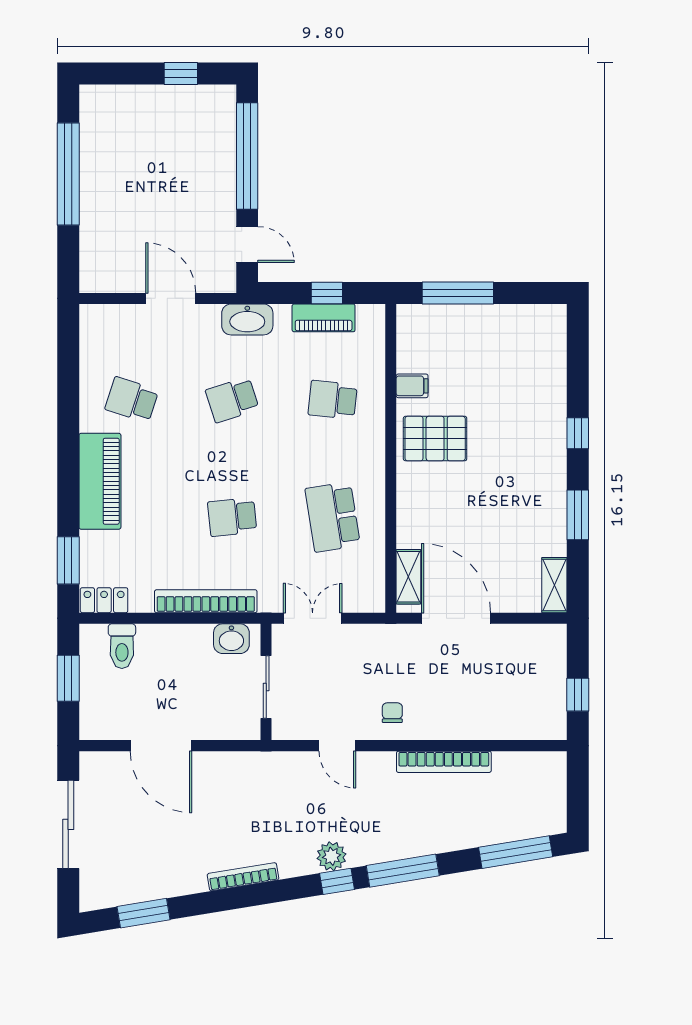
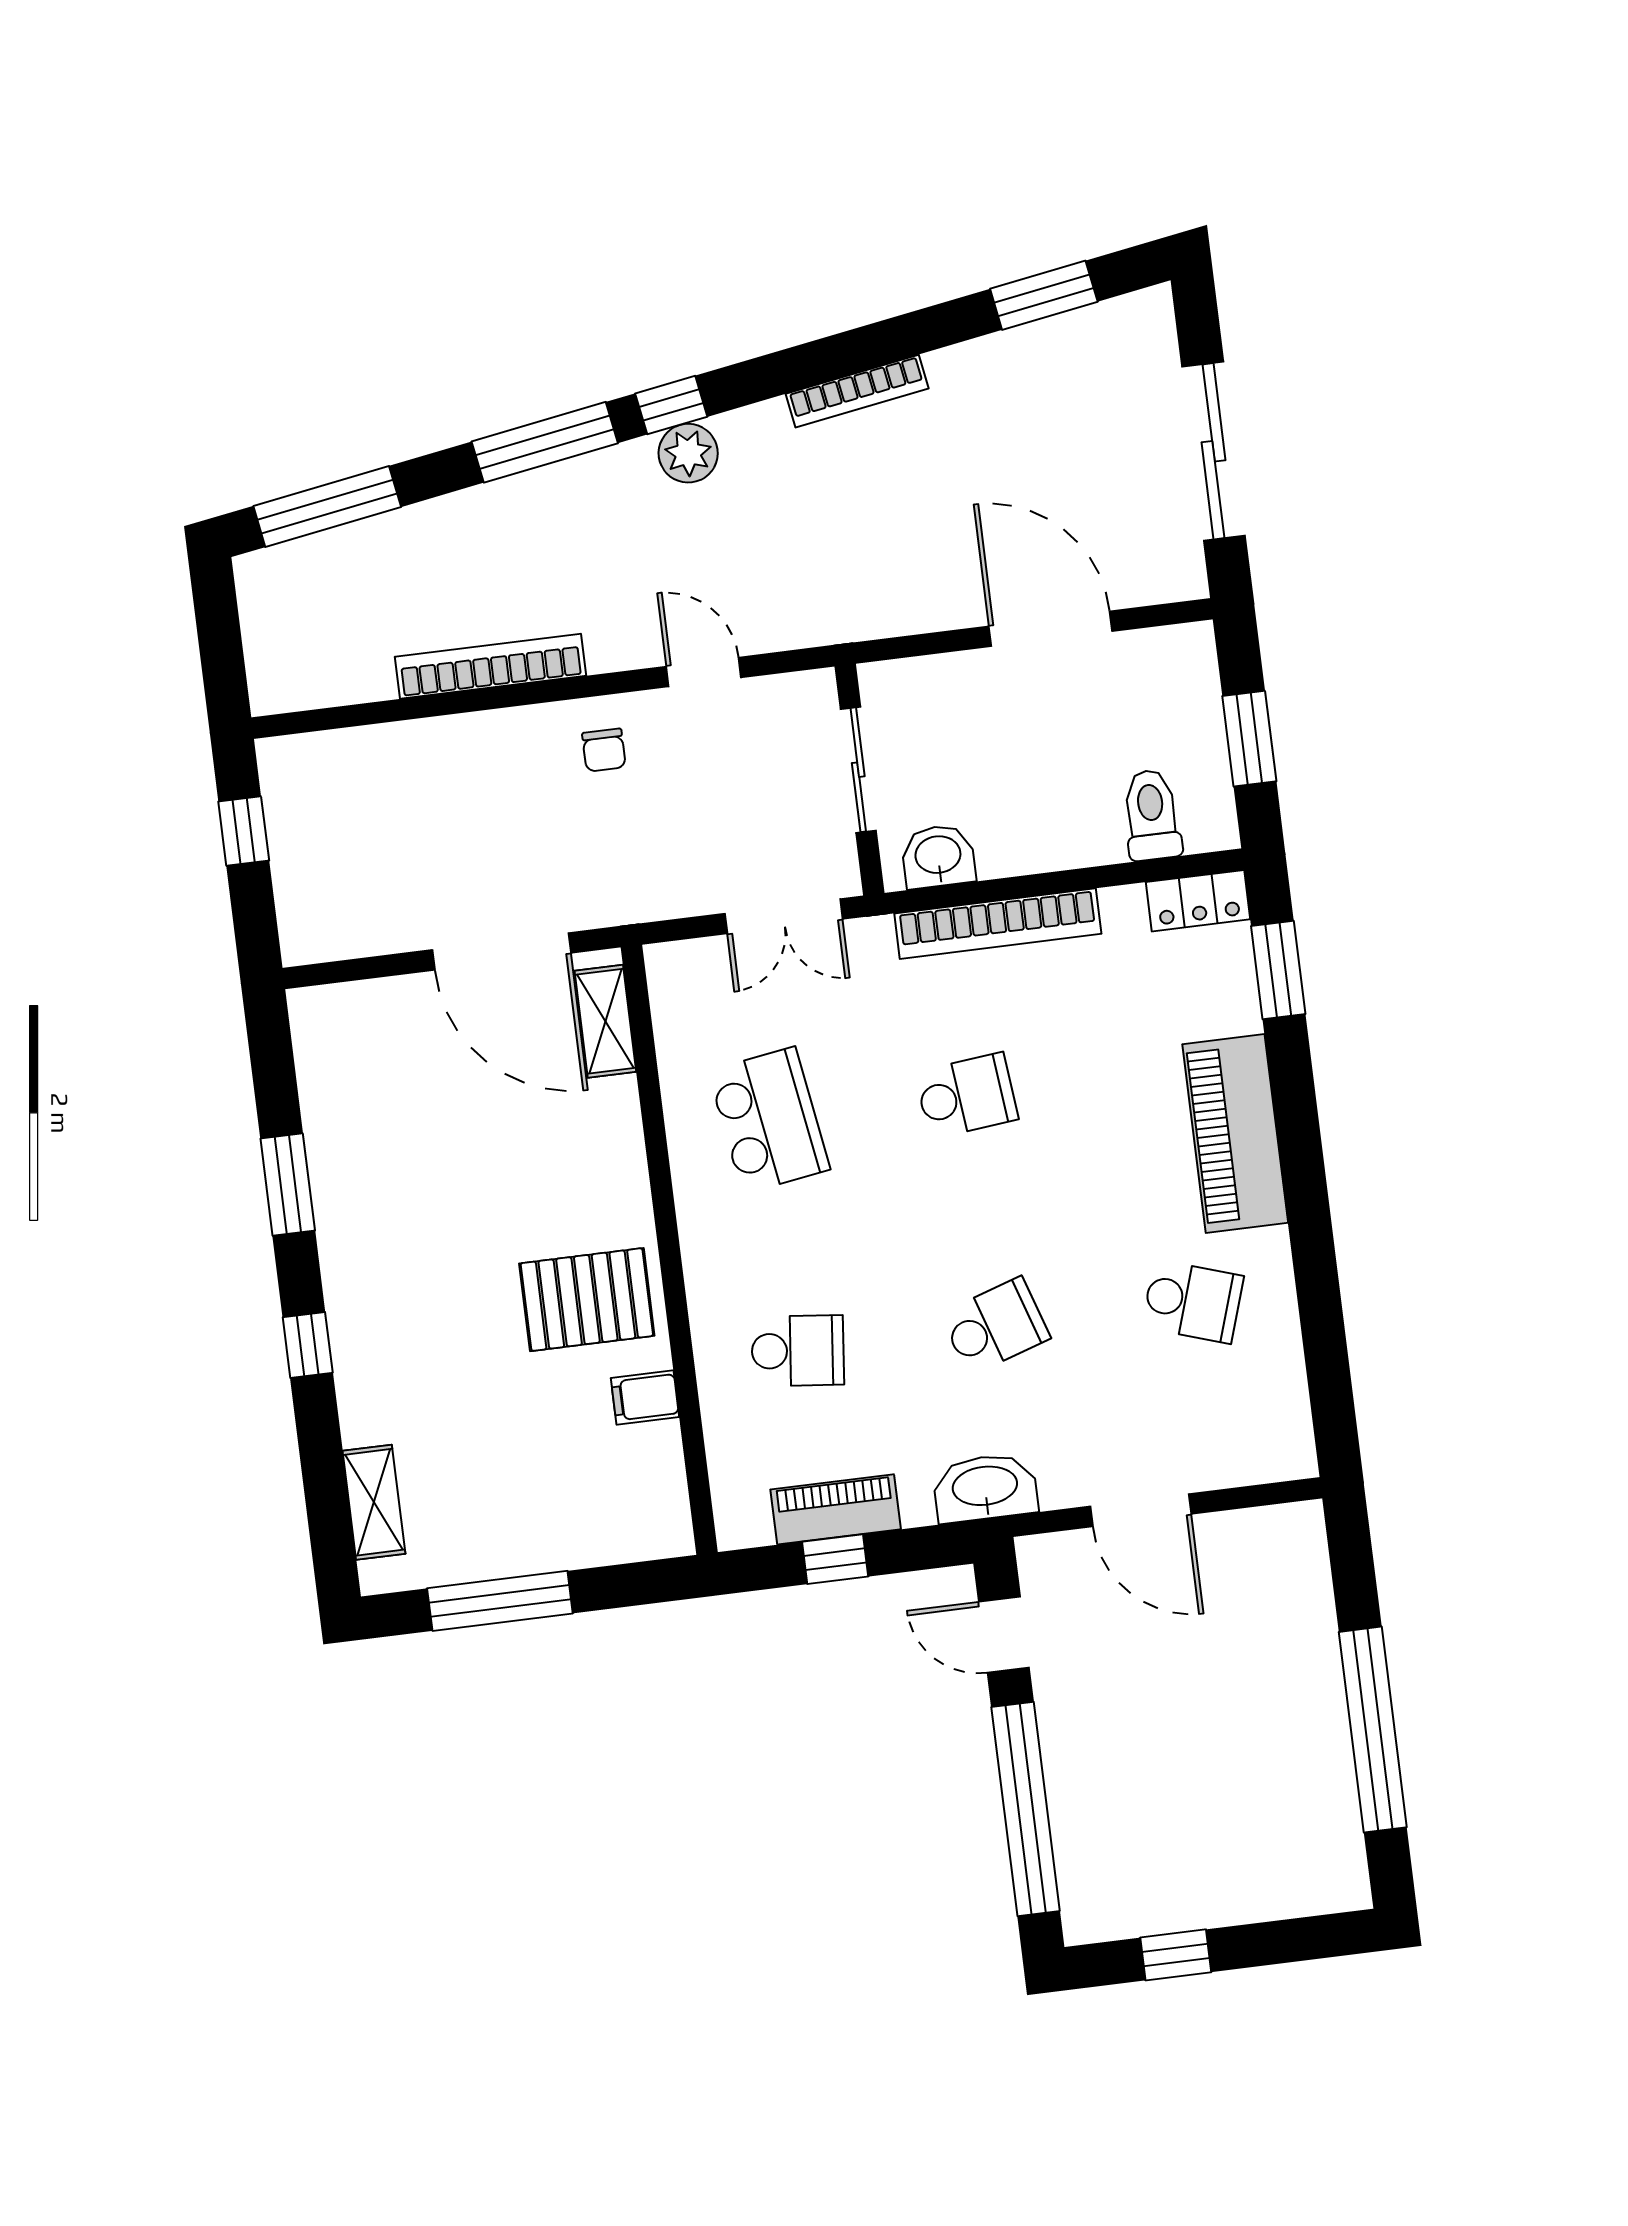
window: (458, 293) -> (500, 1601), moved
shelving: (554, 585) -> (374, 1502), moved

